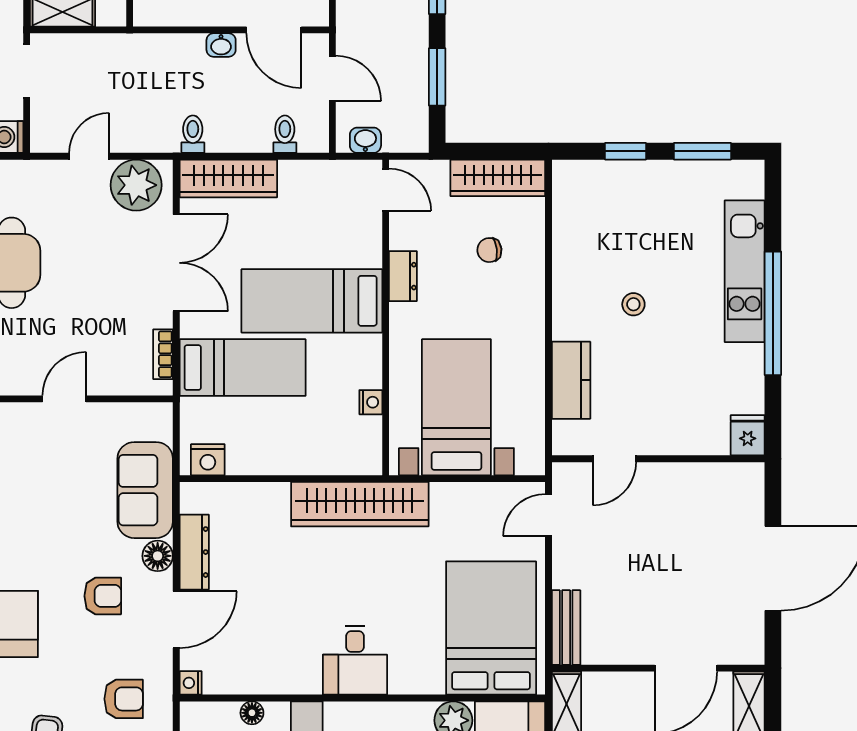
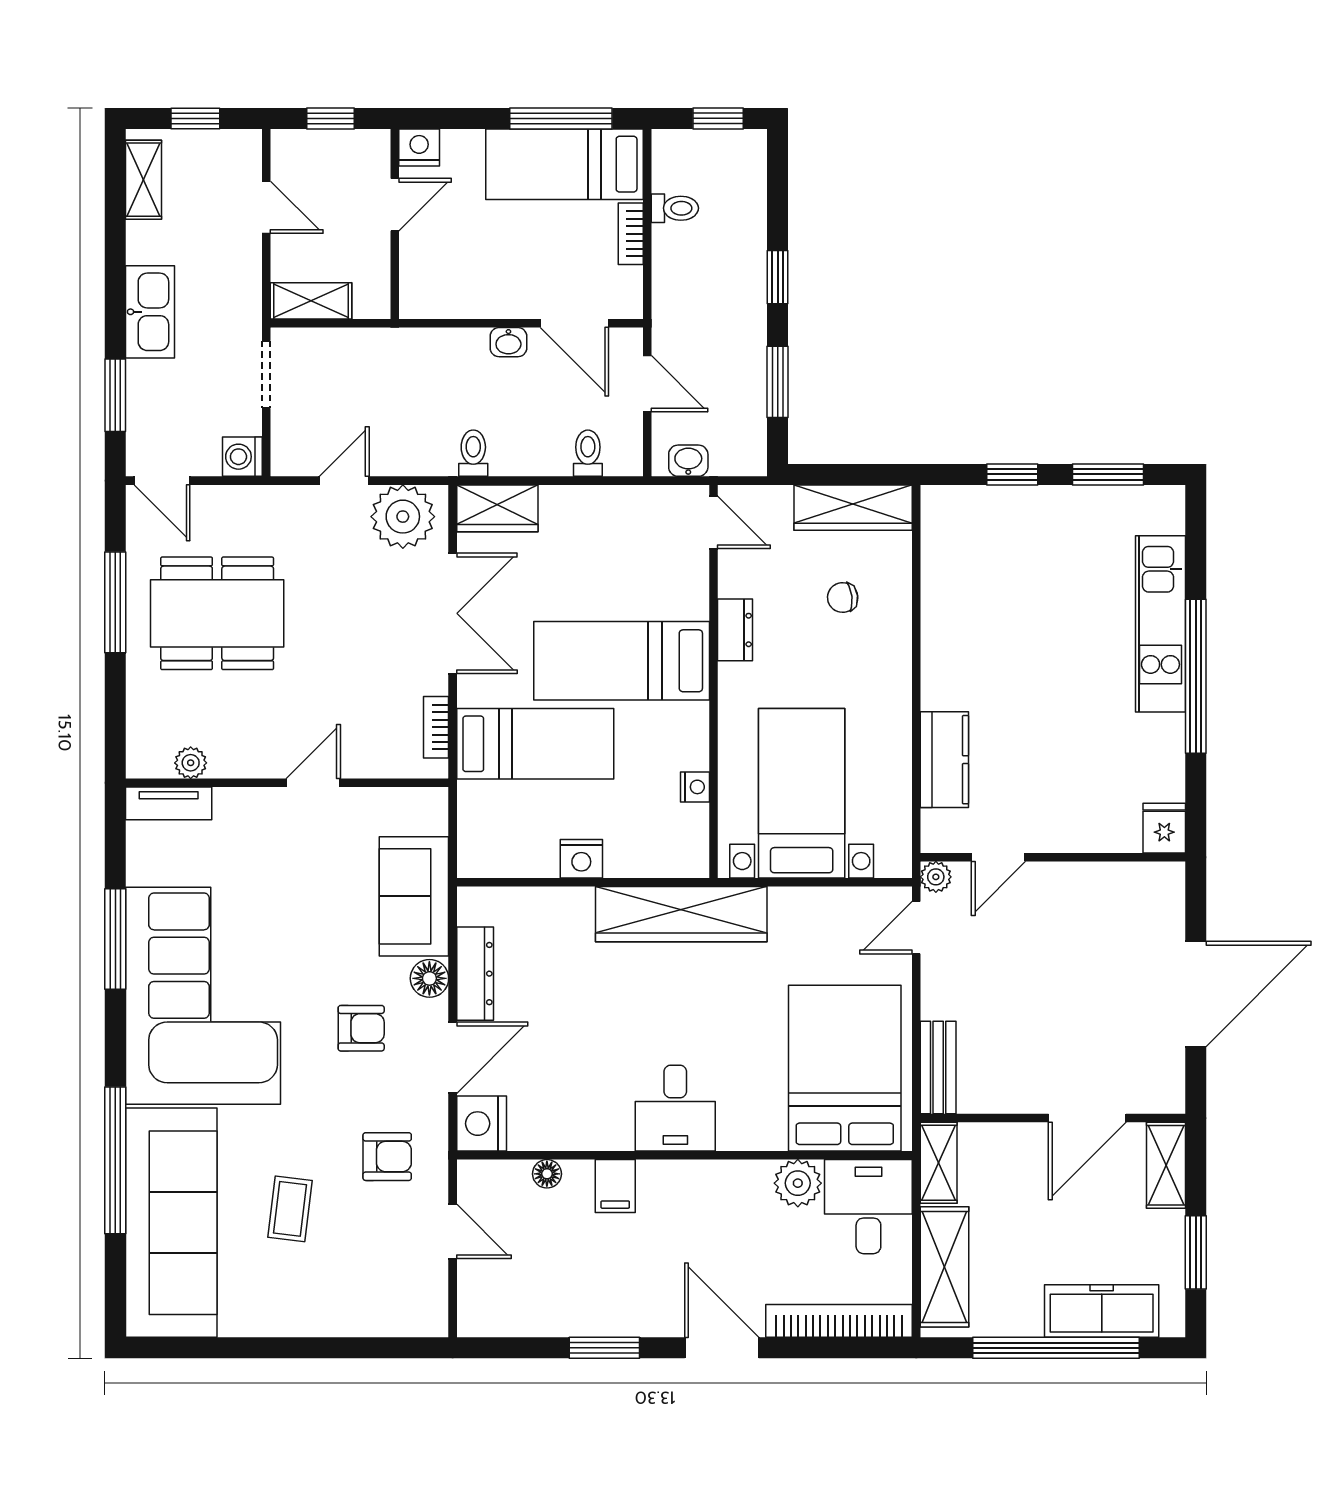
wardrobe: (228, 178) -> (497, 508), width x0.67
stool: (633, 304) -> (1022, 665), removed
nightstand: (208, 460) -> (581, 859), moved
plant: (564, 474) -> (936, 877), added
nightstand: (191, 683) -> (482, 1124), width x1.89, depth x1.79

